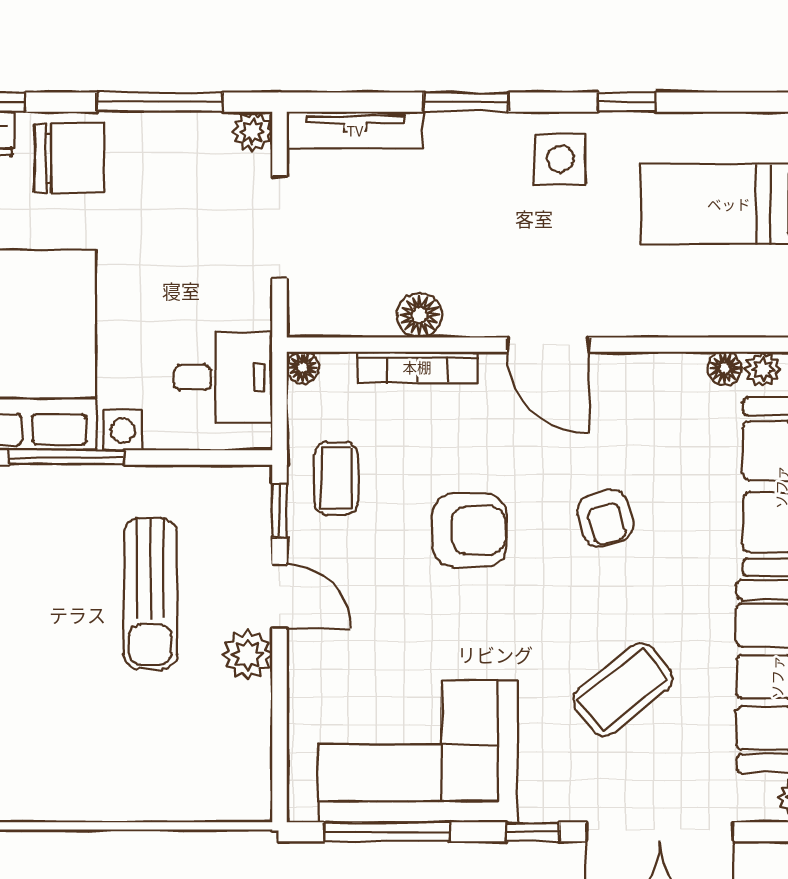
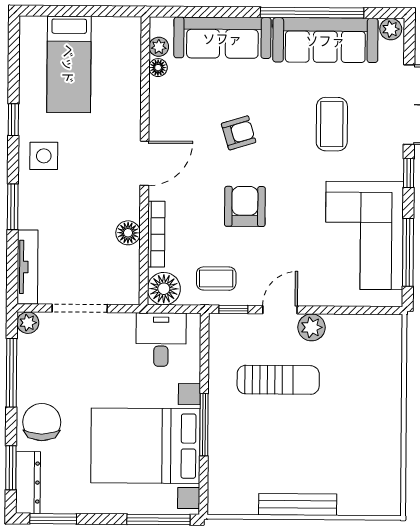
floor lamp: (303, 368) -> (164, 289), width x1.89, depth x1.89
coffee table: (623, 690) -> (332, 124), turned 38

